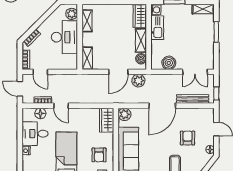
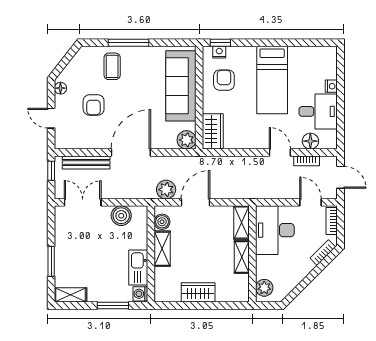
wardrobe: (140, 16) -> (198, 292), moved, turned -90
shelving: (87, 21) -> (242, 257), moved
desk: (64, 37) -> (275, 230), moved

